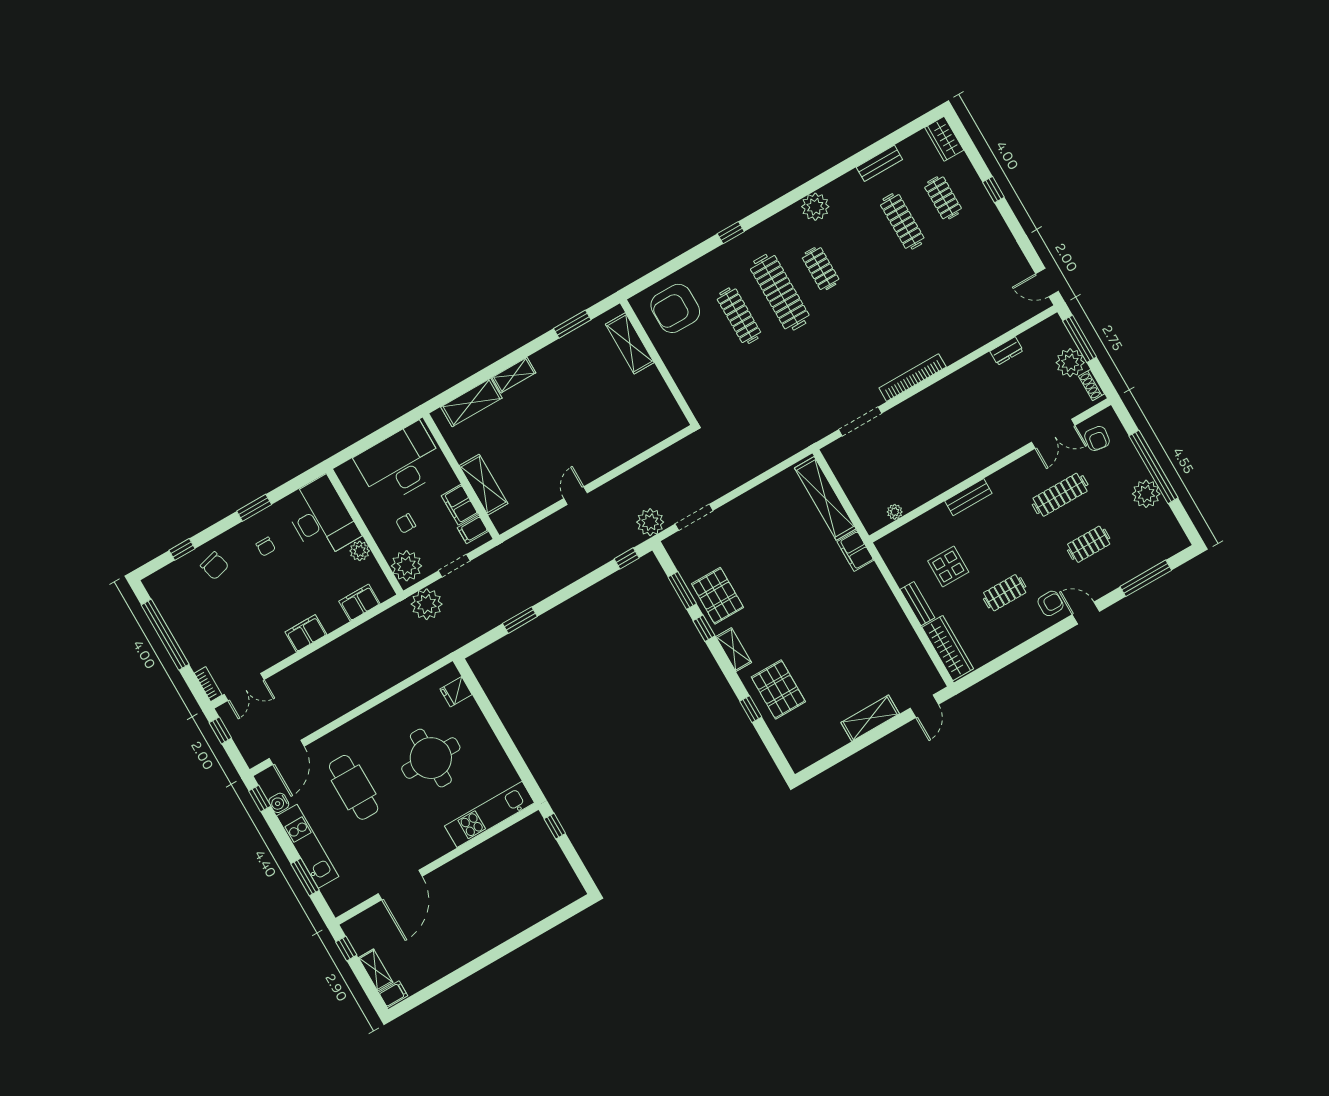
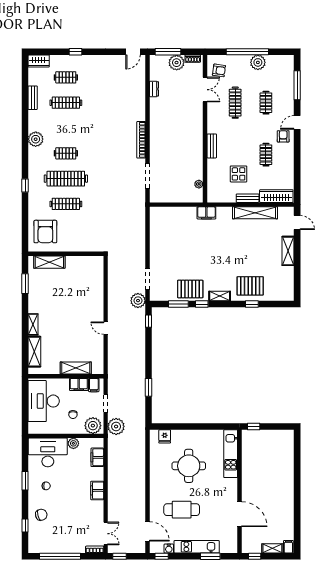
shelving: (825, 498) -> (255, 213), moved

